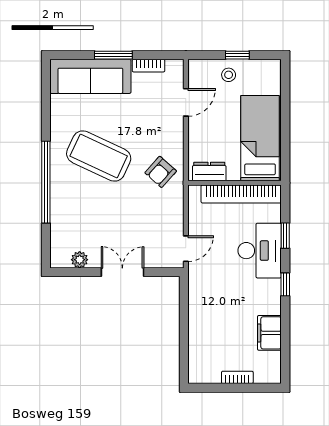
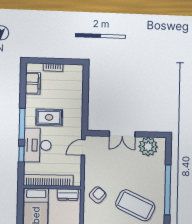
plant: (80, 260) -> (148, 147), width x1.87, depth x1.87
window: (285, 284) -> (22, 124), width x2.17
rug: (242, 296) -> (49, 117), added
filing cabinet: (269, 333) -> (33, 83), moved

